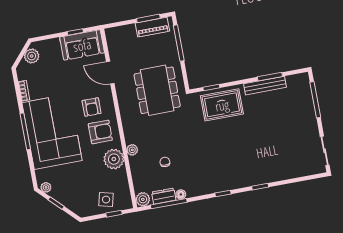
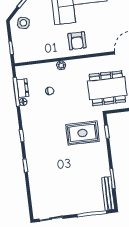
bench: (265, 86) -> (108, 194), moved
rug: (222, 105) -> (82, 133), moved, turned 90
armchair: (92, 107) -> (97, 35), removed
plant: (114, 159) -> (55, 50), removed
plant: (143, 199) -> (21, 71), removed
side table: (106, 200) -> (23, 23), moved

